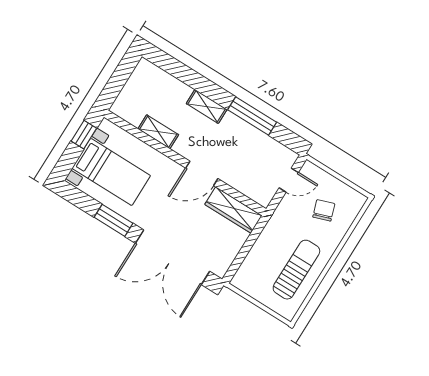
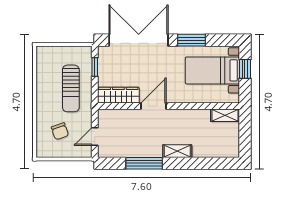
shelving: (158, 132) -> (225, 115), moved
window: (84, 135) -> (245, 69), moved
window: (240, 258) -> (95, 67), added
sun lounger: (296, 270) -> (71, 88), moved

